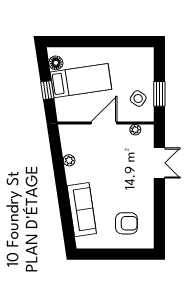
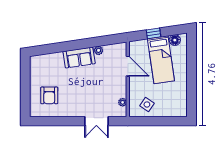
window: (159, 94) -> (151, 121), removed
door: (104, 123) -> (128, 66), moved
sofa: (82, 210) -> (79, 57), moved, width x0.73

